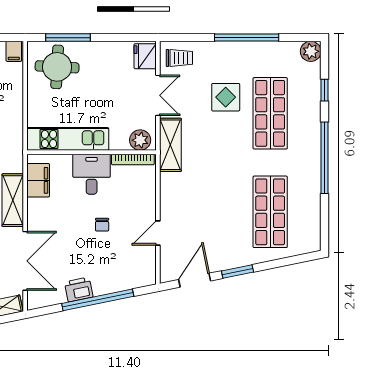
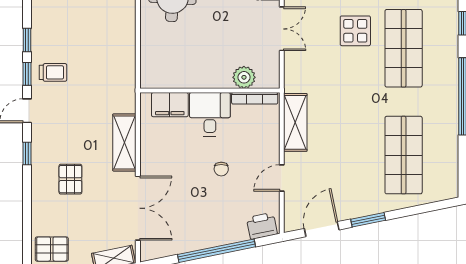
kitchen unit: (68, 139) -> (184, 76), removed
plant: (140, 140) -> (244, 77), moved
shelving: (170, 145) -> (295, 122), moved
filing cabinet: (38, 180) -> (170, 105), moved, turned 90
printer: (79, 289) -> (262, 226), moved

